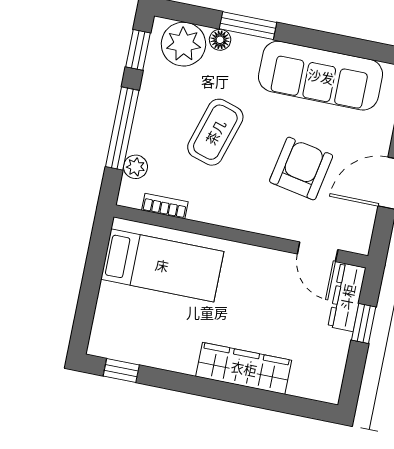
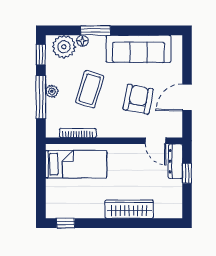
plant: (136, 167) -> (52, 91), moved
bookcase: (165, 206) -> (78, 133), width x1.56

